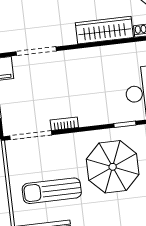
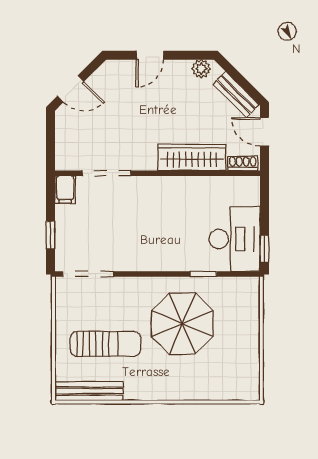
bookcase: (64, 124) -> (130, 265), removed
sun lounger: (52, 191) -> (105, 344), turned 180

